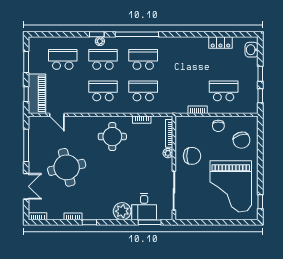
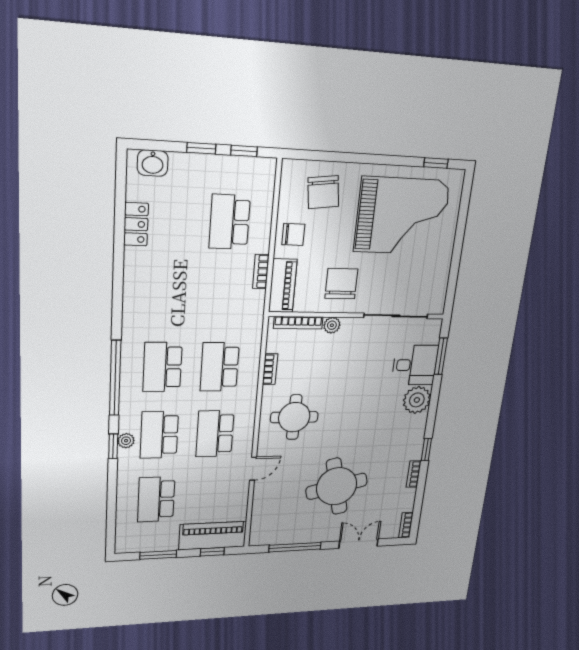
door: (57, 115) -> (253, 469), moved
piano: (190, 123) -> (283, 286), added
chair: (242, 140) -> (323, 192), turned 101

